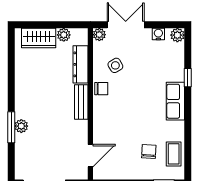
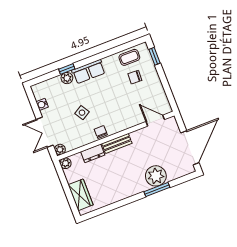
plant: (64, 35) -> (66, 163), moved
plant: (177, 35) -> (67, 78), moved
dresser: (81, 64) -> (93, 153), width x0.70
side table: (115, 65) -> (82, 113), moved
plant: (21, 126) -> (156, 176), width x1.88, depth x1.88

